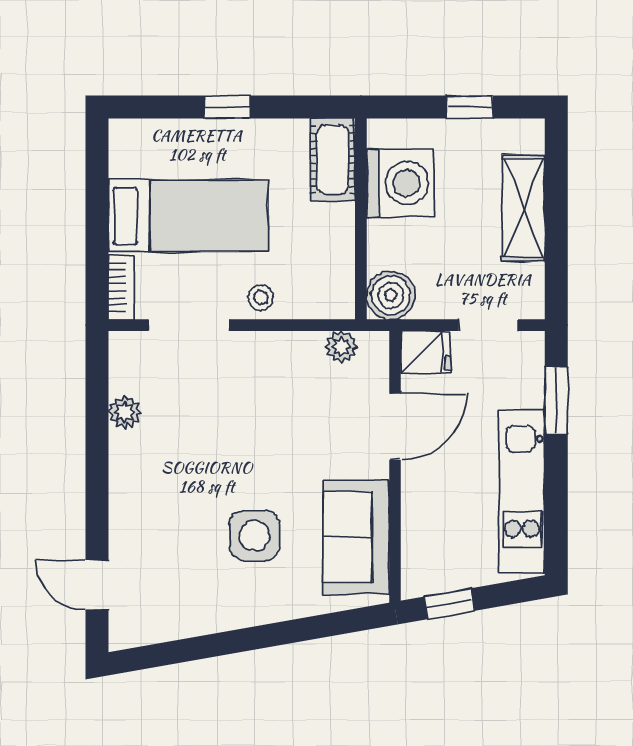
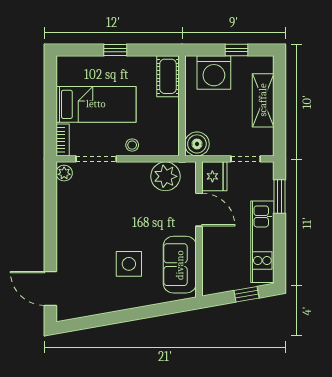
washing machine: (400, 183) -> (214, 73), moved, turned 90
plant: (341, 346) -> (165, 176), width x1.87, depth x1.87
fridge: (426, 352) -> (214, 176), width x1.38
plant: (125, 412) -> (64, 173), moved
door: (395, 427) -> (199, 210), hinge flipped
door: (97, 585) -> (50, 288), width x1.38
window: (449, 604) -> (247, 294), moved

